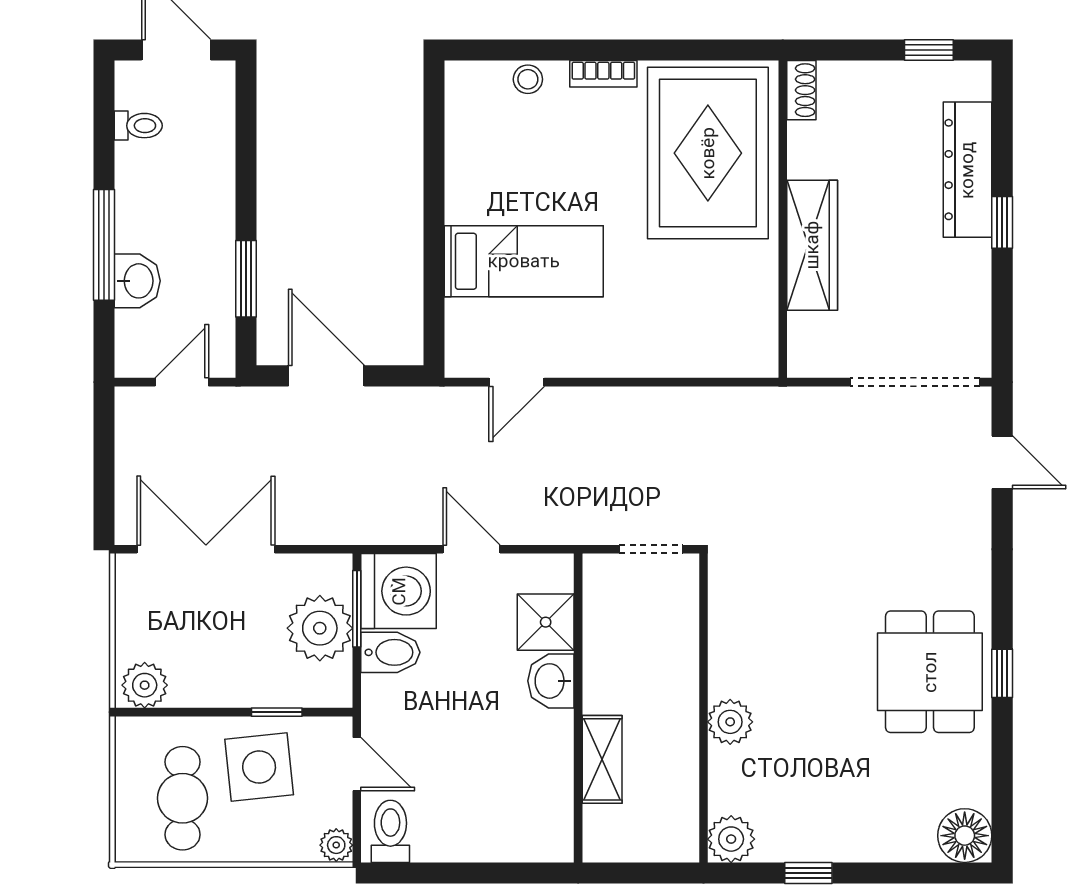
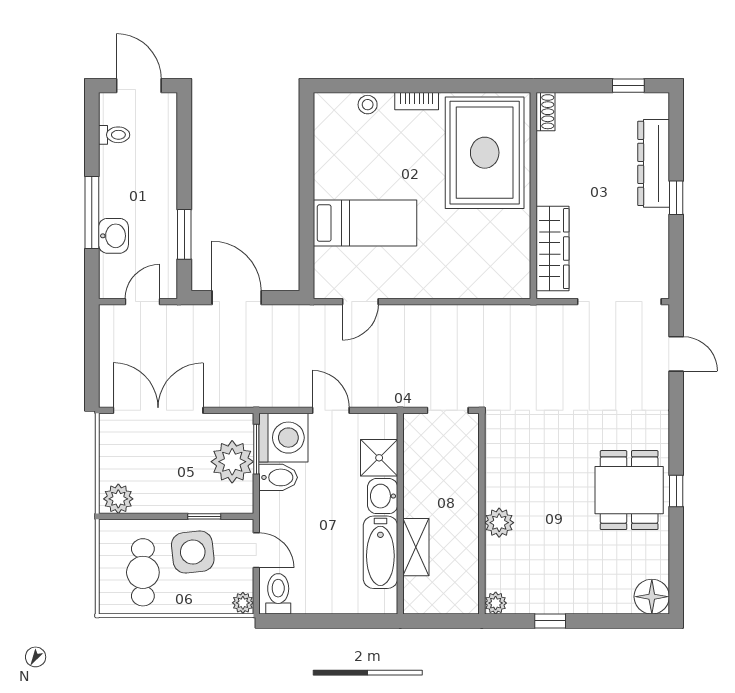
wardrobe: (812, 245) -> (553, 249), moved
bathtub: (548, 767) -> (380, 552), added
plant: (731, 839) -> (496, 603), width x0.73, depth x0.73

